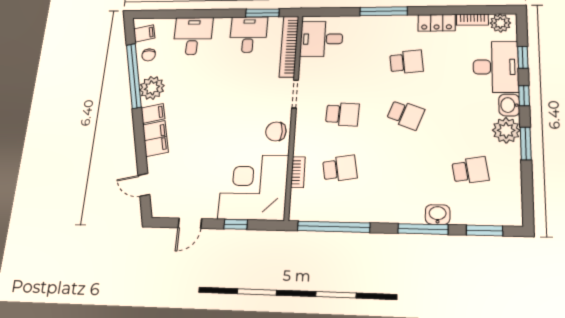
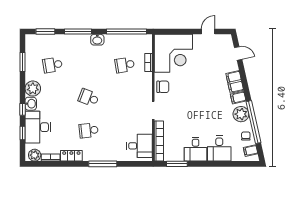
desk: (248, 35) -> (196, 149), moved
school desk: (342, 114) -> (125, 98), removed
window: (526, 143) -> (22, 62), moved
washbasin: (438, 215) -> (97, 40), moved
window: (236, 224) -> (182, 31), removed

